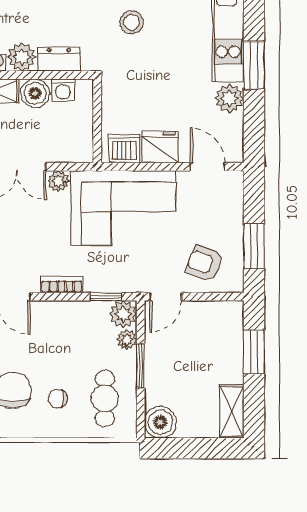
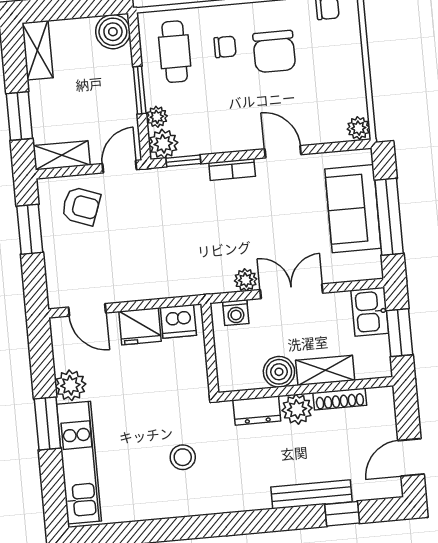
washing machine: (63, 90) -> (236, 313), moved, turned 180
corner sofa: (123, 208) -> (173, 258), removed
shelving: (218, 312) -> (62, 155), added

